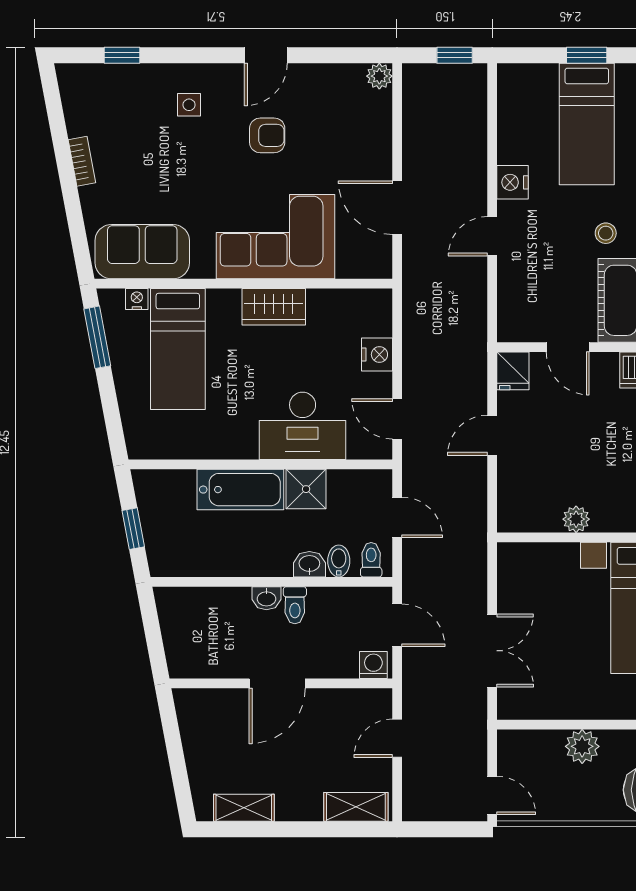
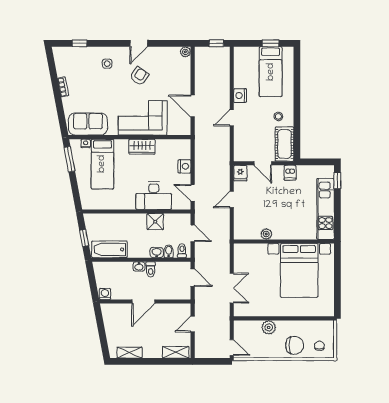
armchair: (267, 135) -> (139, 76), turned -56
bathtub: (240, 490) -> (109, 249), moved, turned 180
washing machine: (373, 665) -> (105, 294), moved

